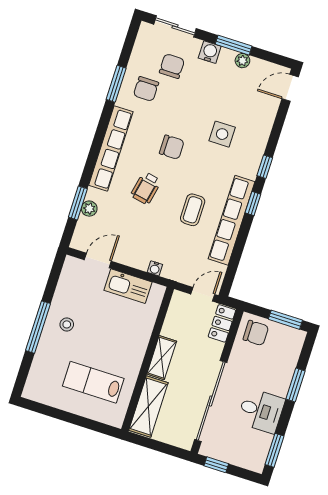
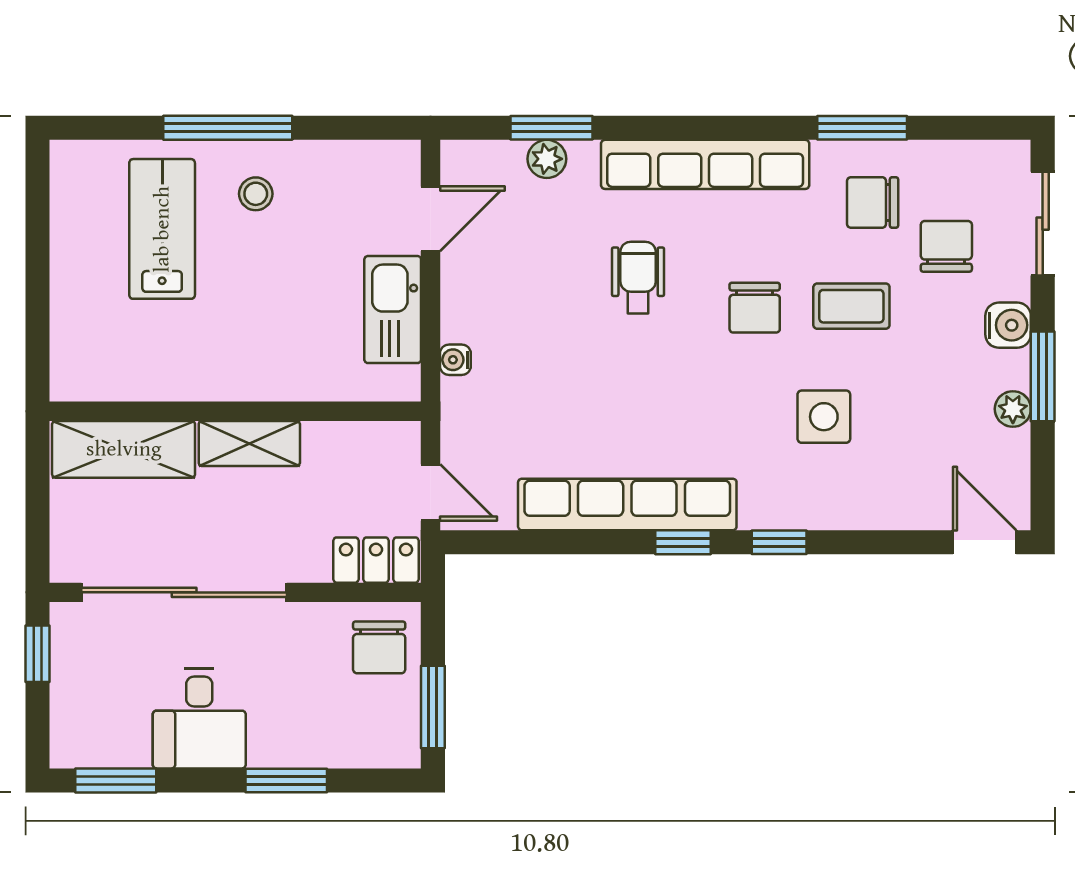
chair: (172, 66) -> (946, 246), turned -90
wheelchair: (146, 188) -> (638, 277), turned 78
coffee table: (193, 210) -> (851, 306), moved
door: (98, 260) -> (431, 219), hinge flipped
lab bench: (93, 382) -> (162, 229), moved

